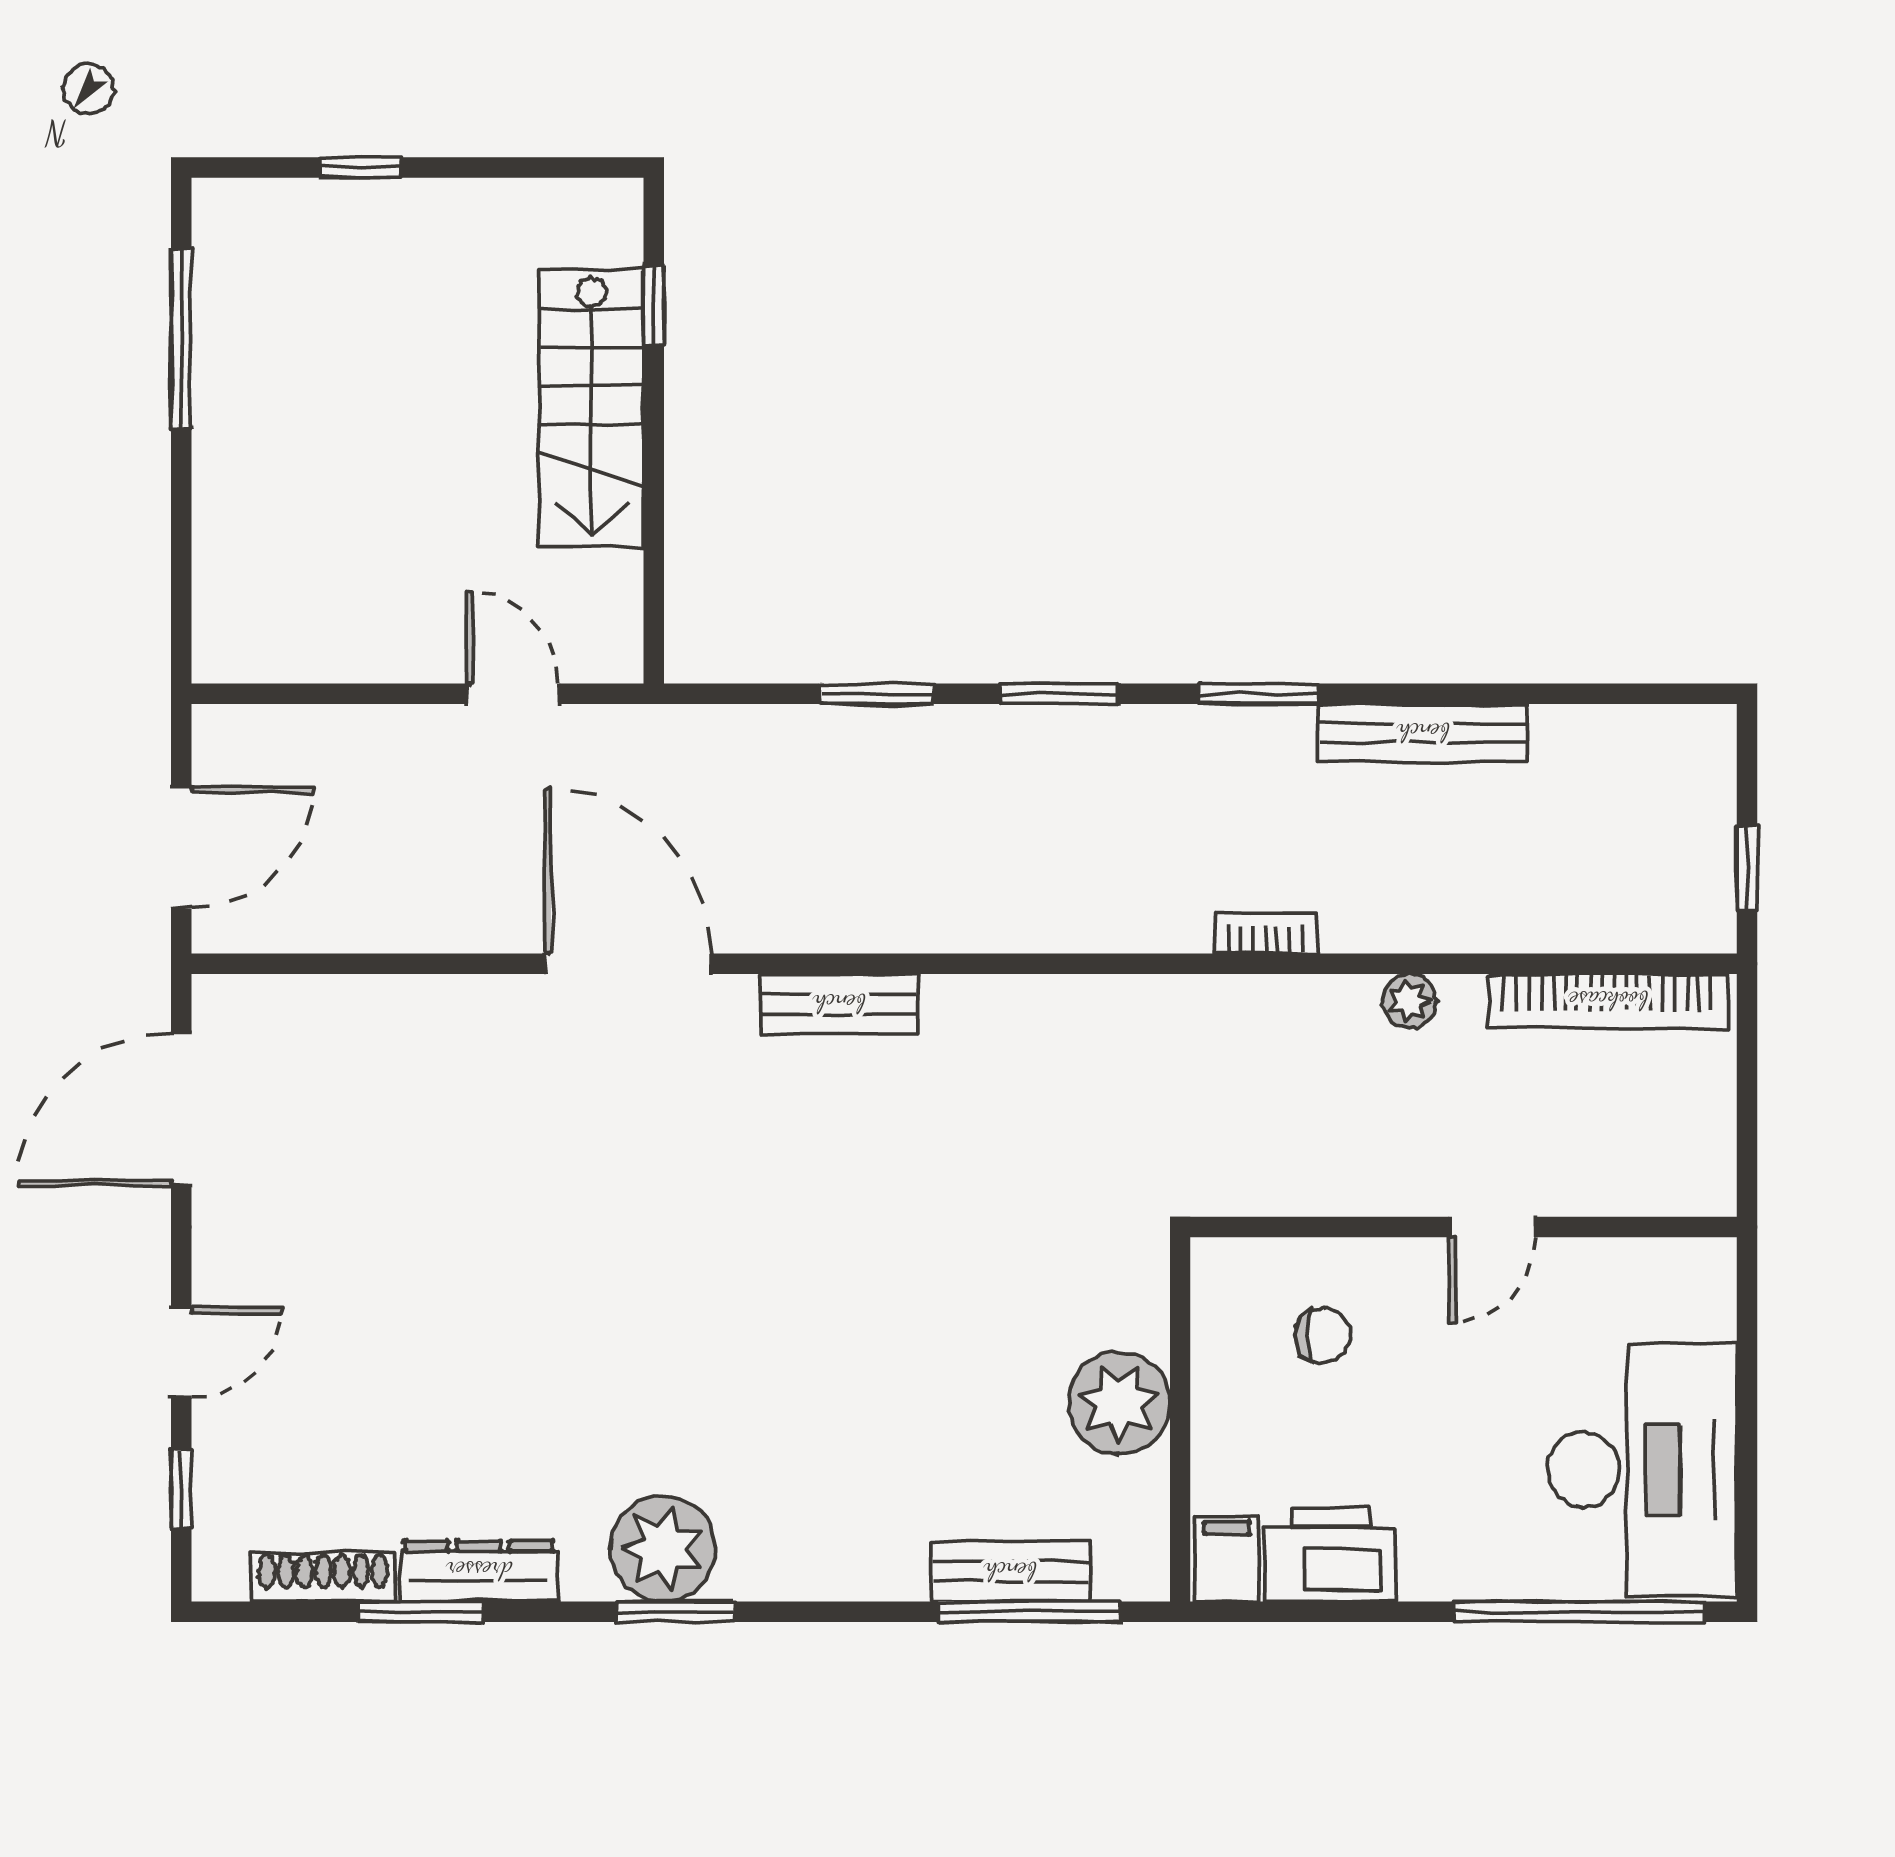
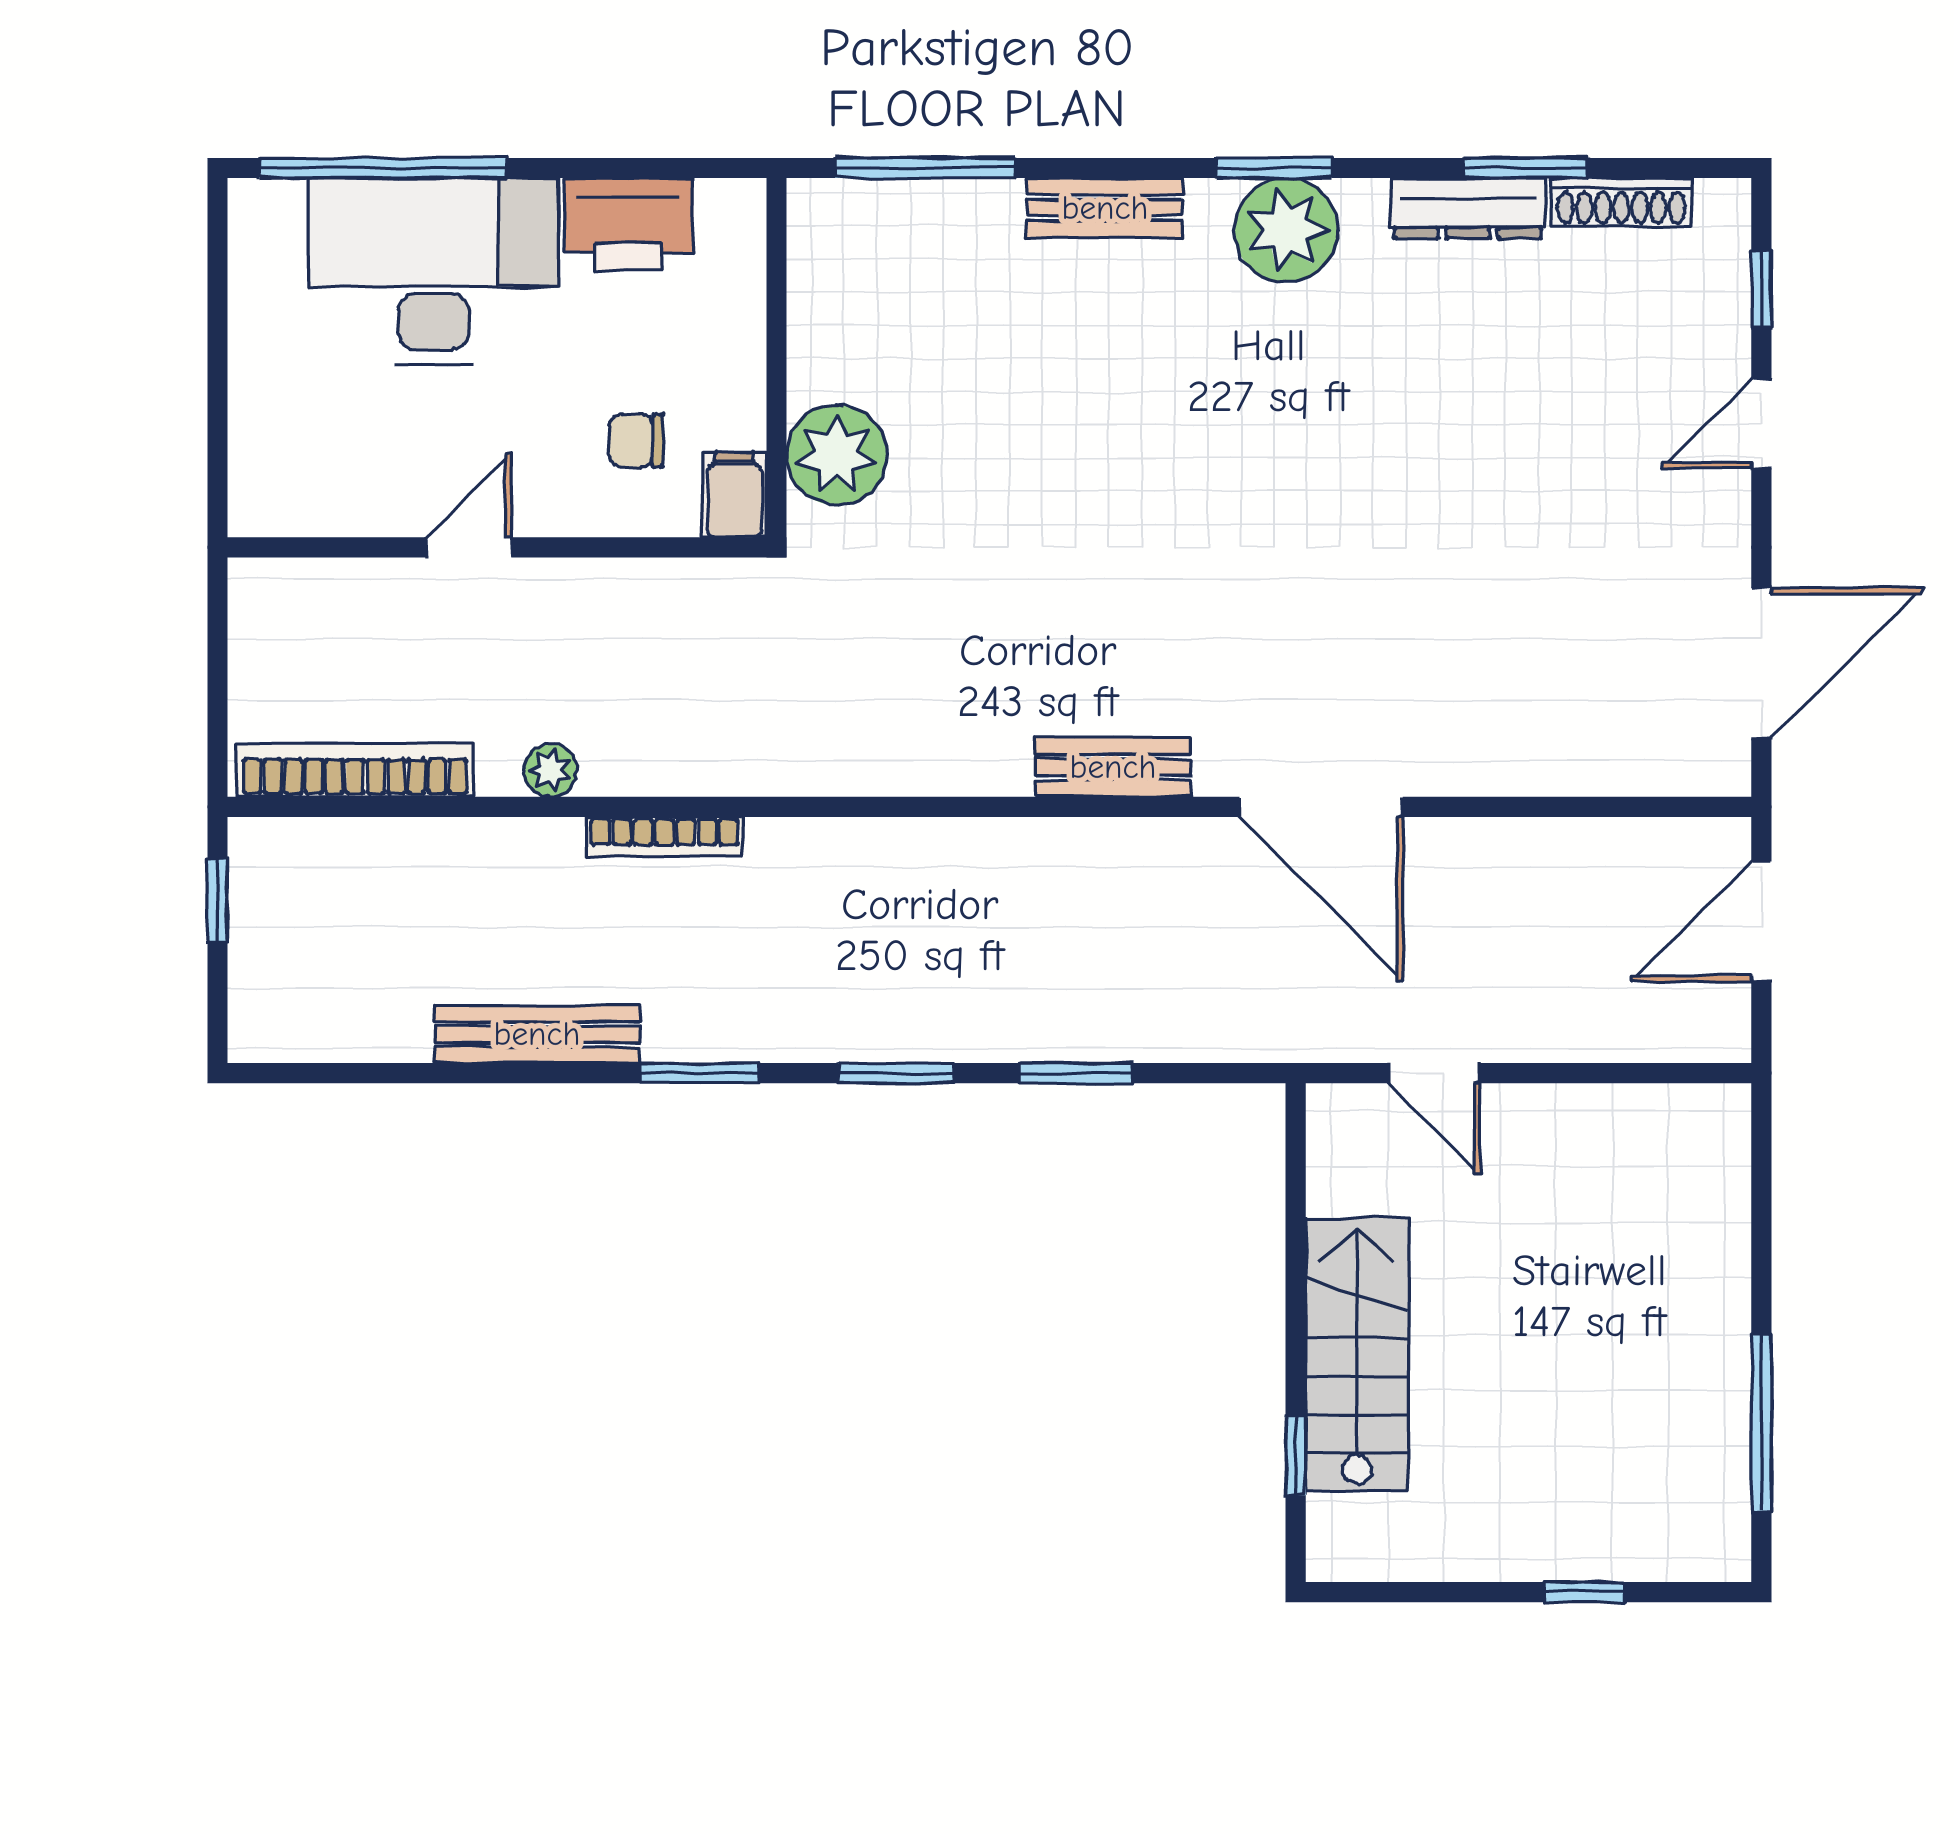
bookcase: (1265, 934) -> (665, 837), width x1.56
plant: (1119, 1403) -> (837, 455), moved
desk: (1642, 1470) -> (434, 271), moved, turned 90
filing cabinet: (1227, 1558) -> (735, 495), moved, turned 180
bench: (1010, 1572) -> (1105, 208), moved

